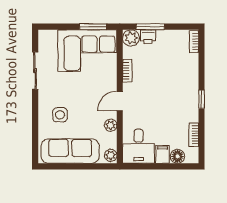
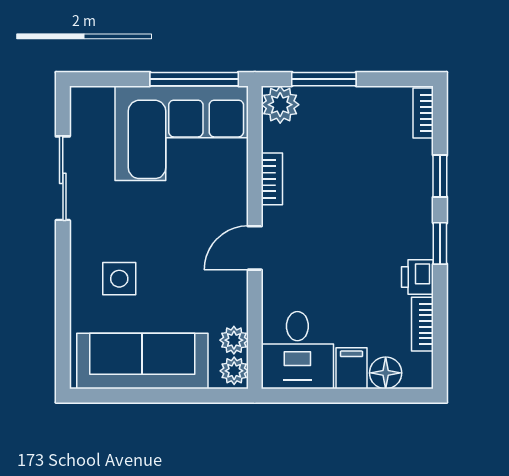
window: (93, 27) -> (194, 79), width x1.44
printer: (148, 37) -> (417, 277), moved, turned 90
window: (201, 70) -> (440, 176), added
plant: (111, 125) -> (234, 340), moved

